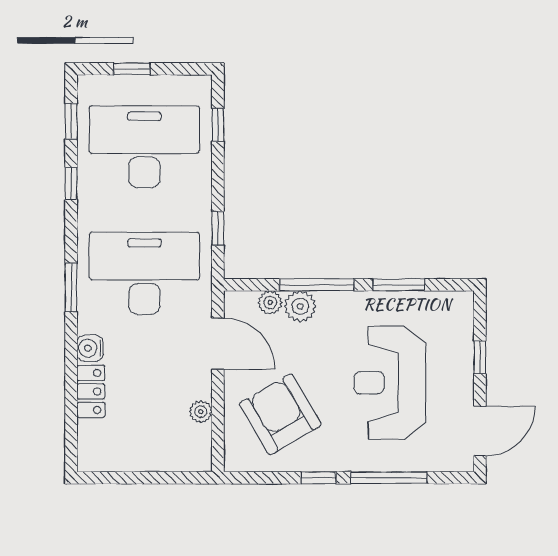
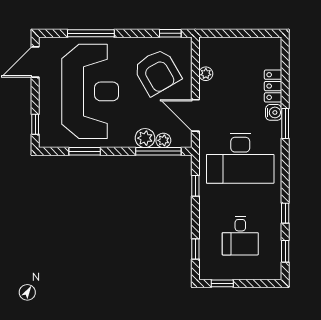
window: (132, 69) -> (222, 283), moved
desk: (144, 147) -> (240, 236), width x0.53, depth x0.77
window: (317, 285) -> (158, 151), moved
window: (71, 287) -> (285, 124), moved
window: (480, 357) -> (35, 124), moved
reception desk: (390, 383) -> (90, 91), width x1.36, depth x1.30
window: (318, 478) -> (170, 33), moved

